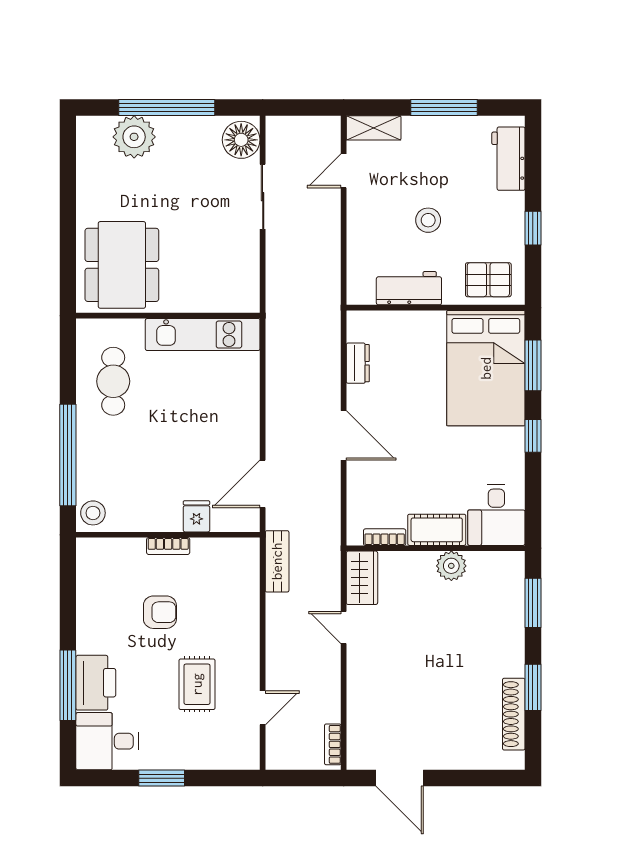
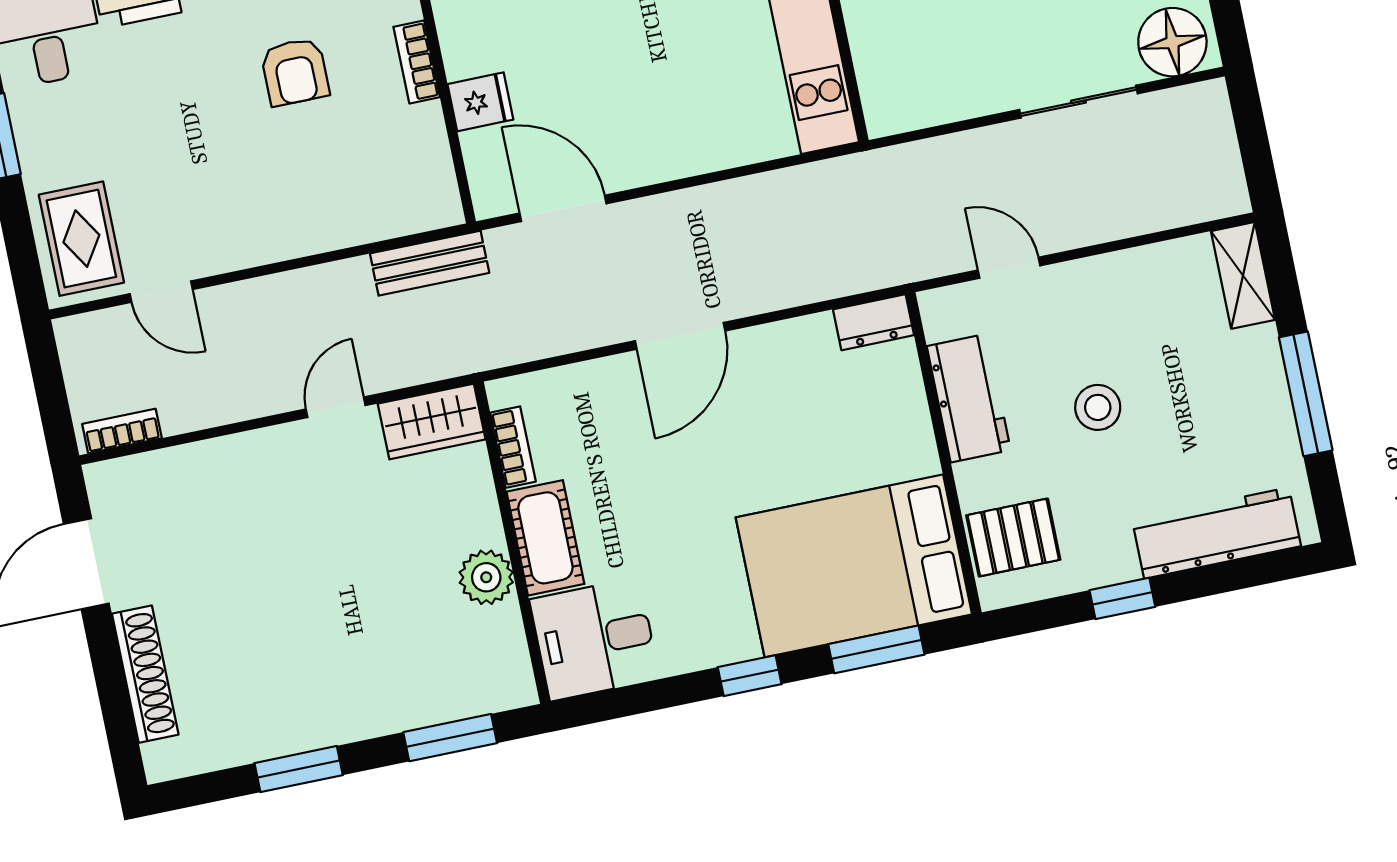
workbench: (508, 159) -> (1216, 533), width x1.38
door: (344, 171) -> (1009, 268), moved
pallet: (488, 280) -> (1013, 537), turned 90
dresser: (358, 363) -> (874, 322), moved
rug: (197, 684) -> (81, 239), moved, turned 90
shoe rack: (514, 714) -> (145, 674), moved, turned 90

